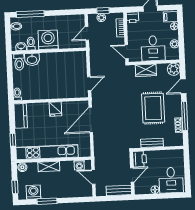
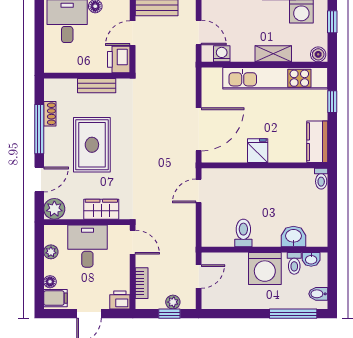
toilet: (19, 62) -> (243, 233), moved

